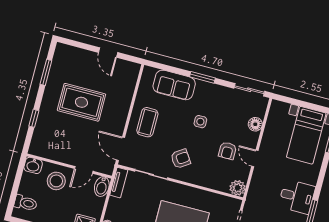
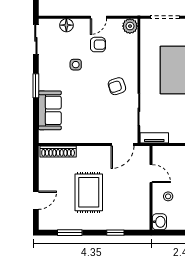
door: (108, 52) -> (36, 200), moved
shoe rack: (131, 82) -> (58, 152), added
coffee table: (147, 122) -> (91, 126), removed
side table: (200, 122) -> (76, 65), moved
armchair: (181, 159) -> (117, 86), turned -74
stool: (56, 181) -> (168, 196), width x0.53, depth x0.53
bidet: (102, 187) -> (162, 153), removed

